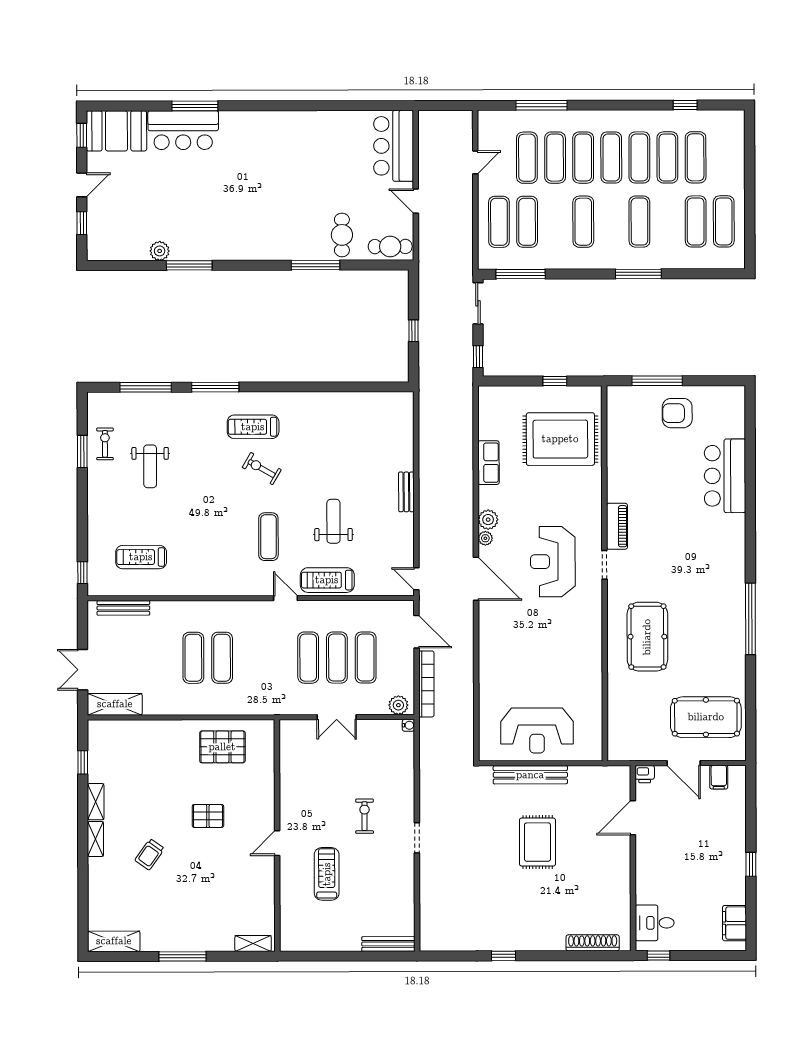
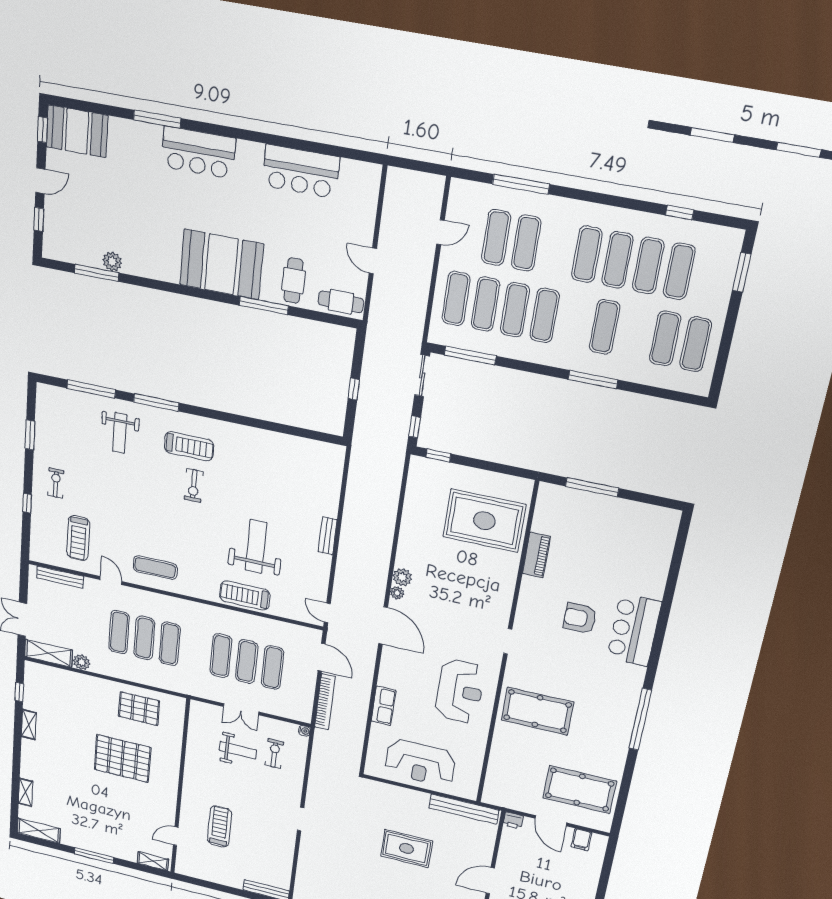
bar counter: (183, 130) -> (198, 153), moved
bar counter: (394, 146) -> (301, 171), moved, turned -90
window: (750, 148) -> (742, 272), added
exercise mat: (583, 158) -> (515, 310), moved
booth: (270, 233) -> (221, 264), added
window: (189, 265) -> (97, 273), moved
window: (555, 381) -> (438, 455), moved
armchair: (677, 413) -> (580, 618), moved
treadmill: (253, 427) -> (189, 446), turned 180
exercise bike: (105, 444) -> (56, 483), moved
row of seats: (489, 463) -> (383, 706), moved
weight bench: (150, 466) -> (120, 433), moved
exercise bike: (262, 468) -> (194, 485), turned -120
bar counter: (725, 476) -> (634, 630), moved
weight bench: (333, 521) -> (256, 546), width x1.36, depth x1.33
piano: (617, 526) -> (536, 555), moved
exercise mat: (268, 537) -> (155, 568), moved, turned 90
treadmill: (141, 557) -> (78, 538), turned -90
reception desk: (553, 562) -> (460, 691), moved, turned 180
window: (82, 573) -> (27, 503), moved
door: (286, 598) -> (111, 581), moved
pool table: (647, 637) -> (537, 711), turned 90
exercise mat: (251, 658) -> (170, 644), added
plant: (398, 705) -> (82, 662), moved
weight bench: (338, 769) -> (238, 750), added
bench: (530, 775) -> (464, 809), moved
pallet: (208, 816) -> (123, 758), width x2.05, depth x2.00
exercise bike: (365, 816) -> (274, 754), moved
door: (633, 818) -> (490, 881), moved
shelving: (95, 839) -> (26, 792), moved
rug: (537, 842) -> (407, 848), turned 90
door: (277, 843) -> (176, 836), moved
trolley: (150, 854) -> (72, 775), removed

